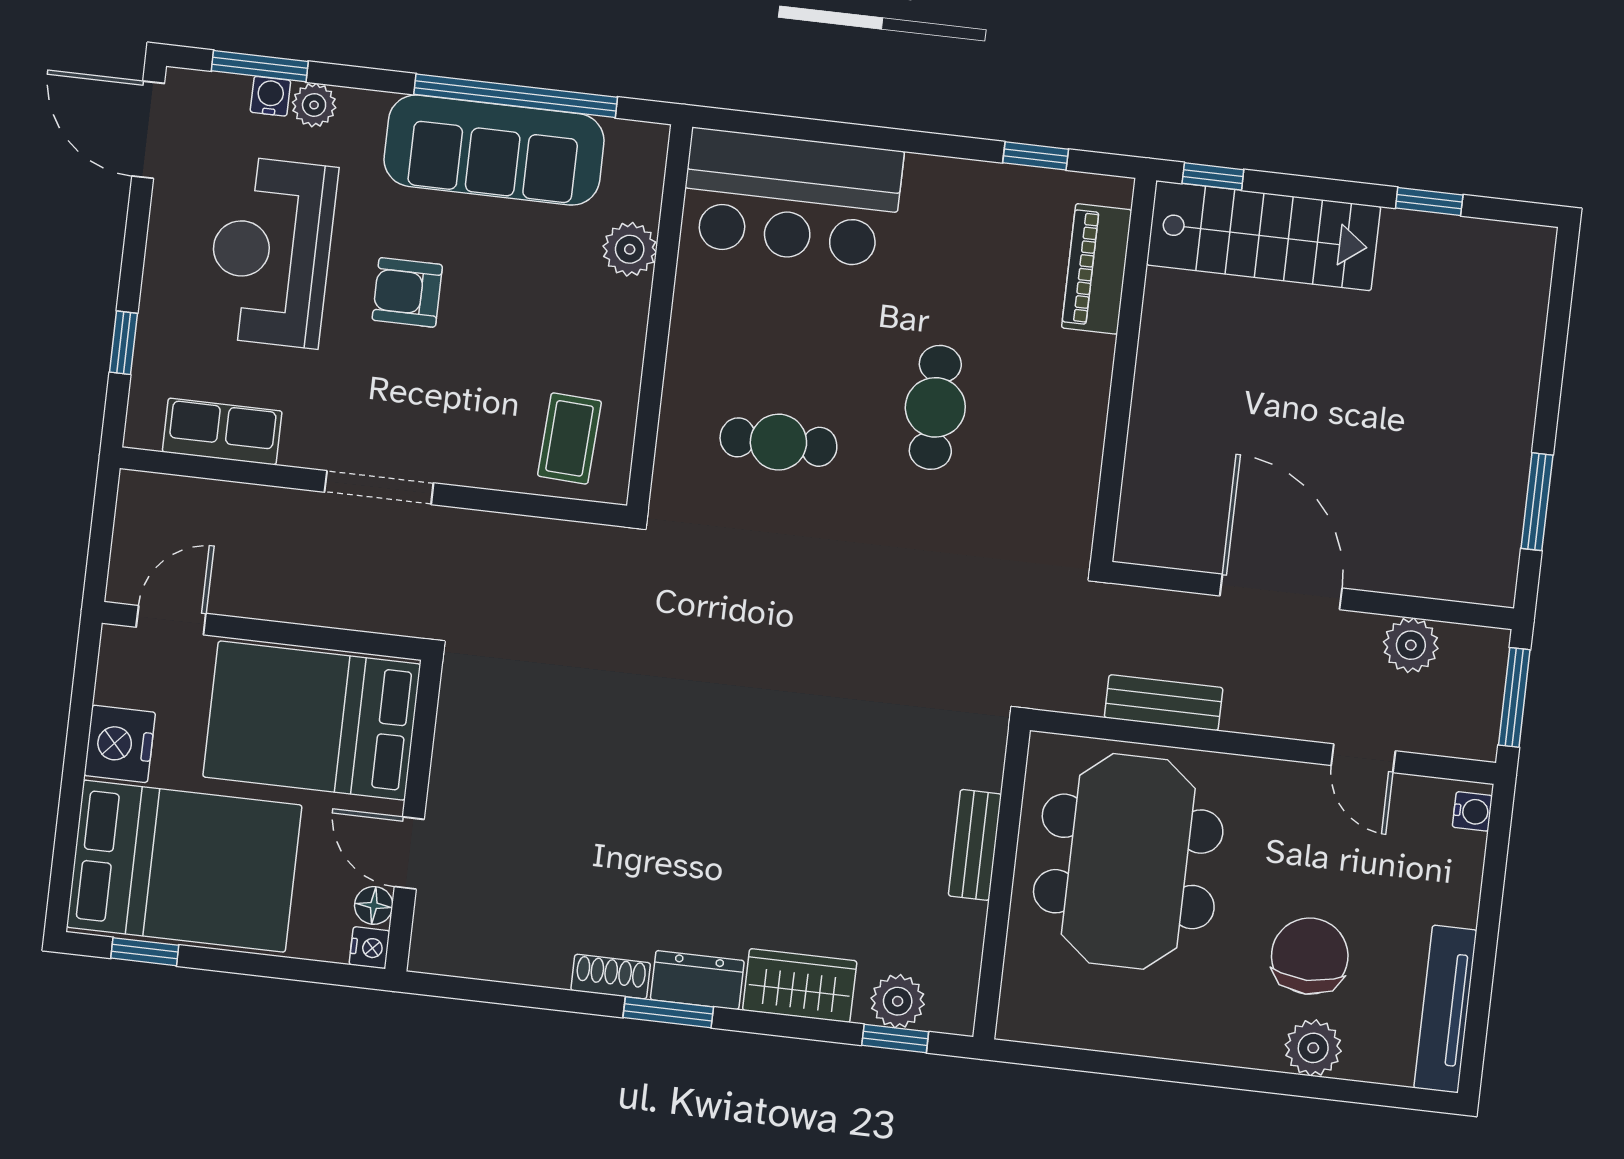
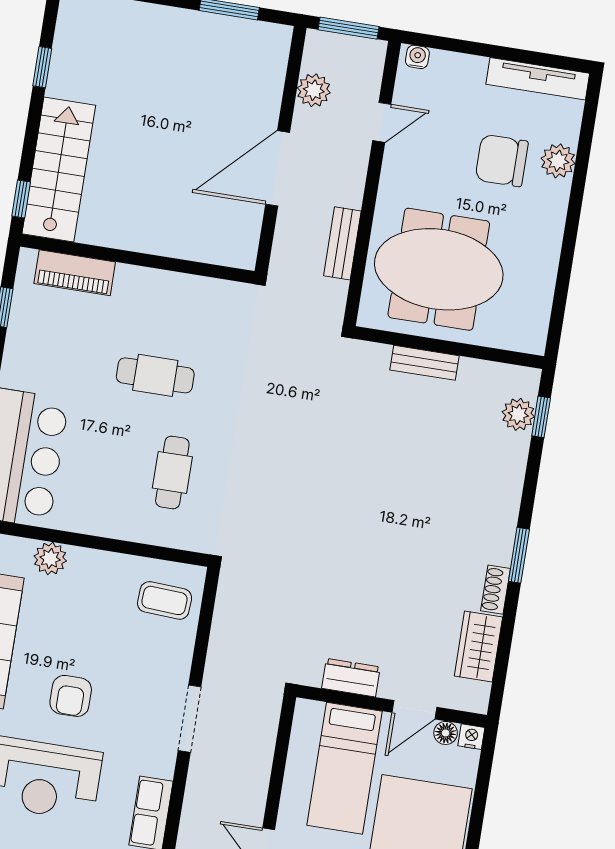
bed: (312, 721) -> (344, 768), width x0.67
dresser: (697, 980) -> (351, 678), moved, turned 90
wardrobe: (800, 986) -> (478, 647), moved

